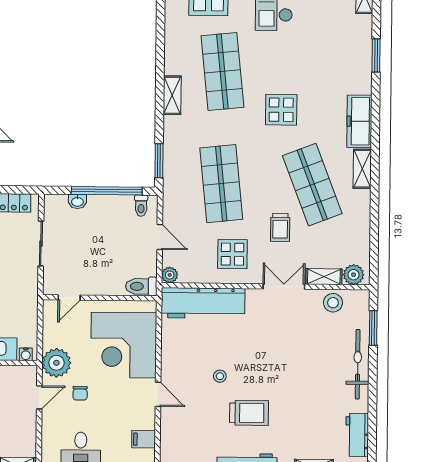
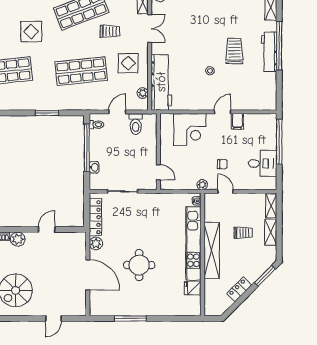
shelving: (172, 95) -> (22, 105), removed
window: (159, 161) -> (47, 113), moved
plant: (170, 275) -> (143, 93), moved
toilet: (141, 286) -> (136, 124), moved
double door: (284, 286) -> (150, 28), swing flipped
corner desk: (124, 345) -> (190, 130), width x0.74, depth x0.74
plant: (56, 363) -> (202, 185), width x0.53, depth x0.53
filing cabinet: (144, 439) -> (237, 121), moved

